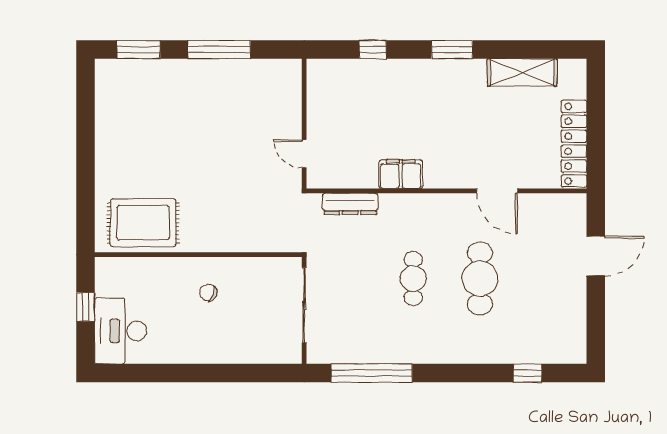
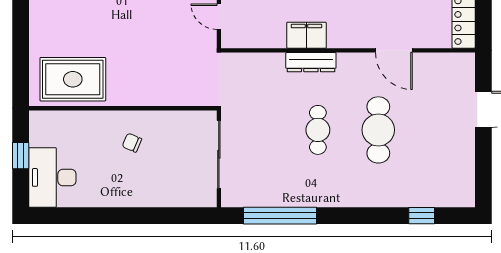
dresser: (350, 204) -> (311, 62), moved

